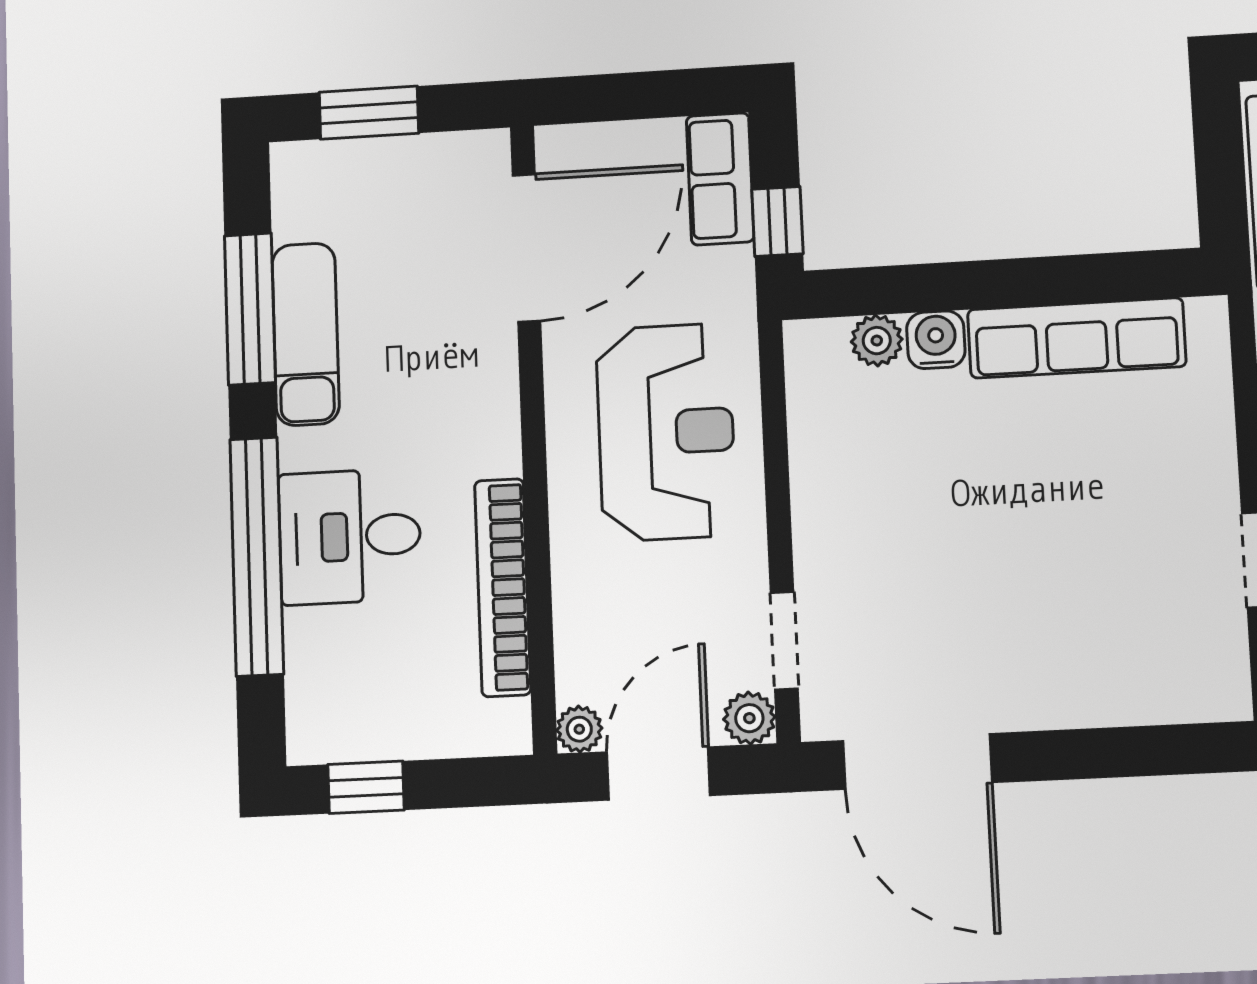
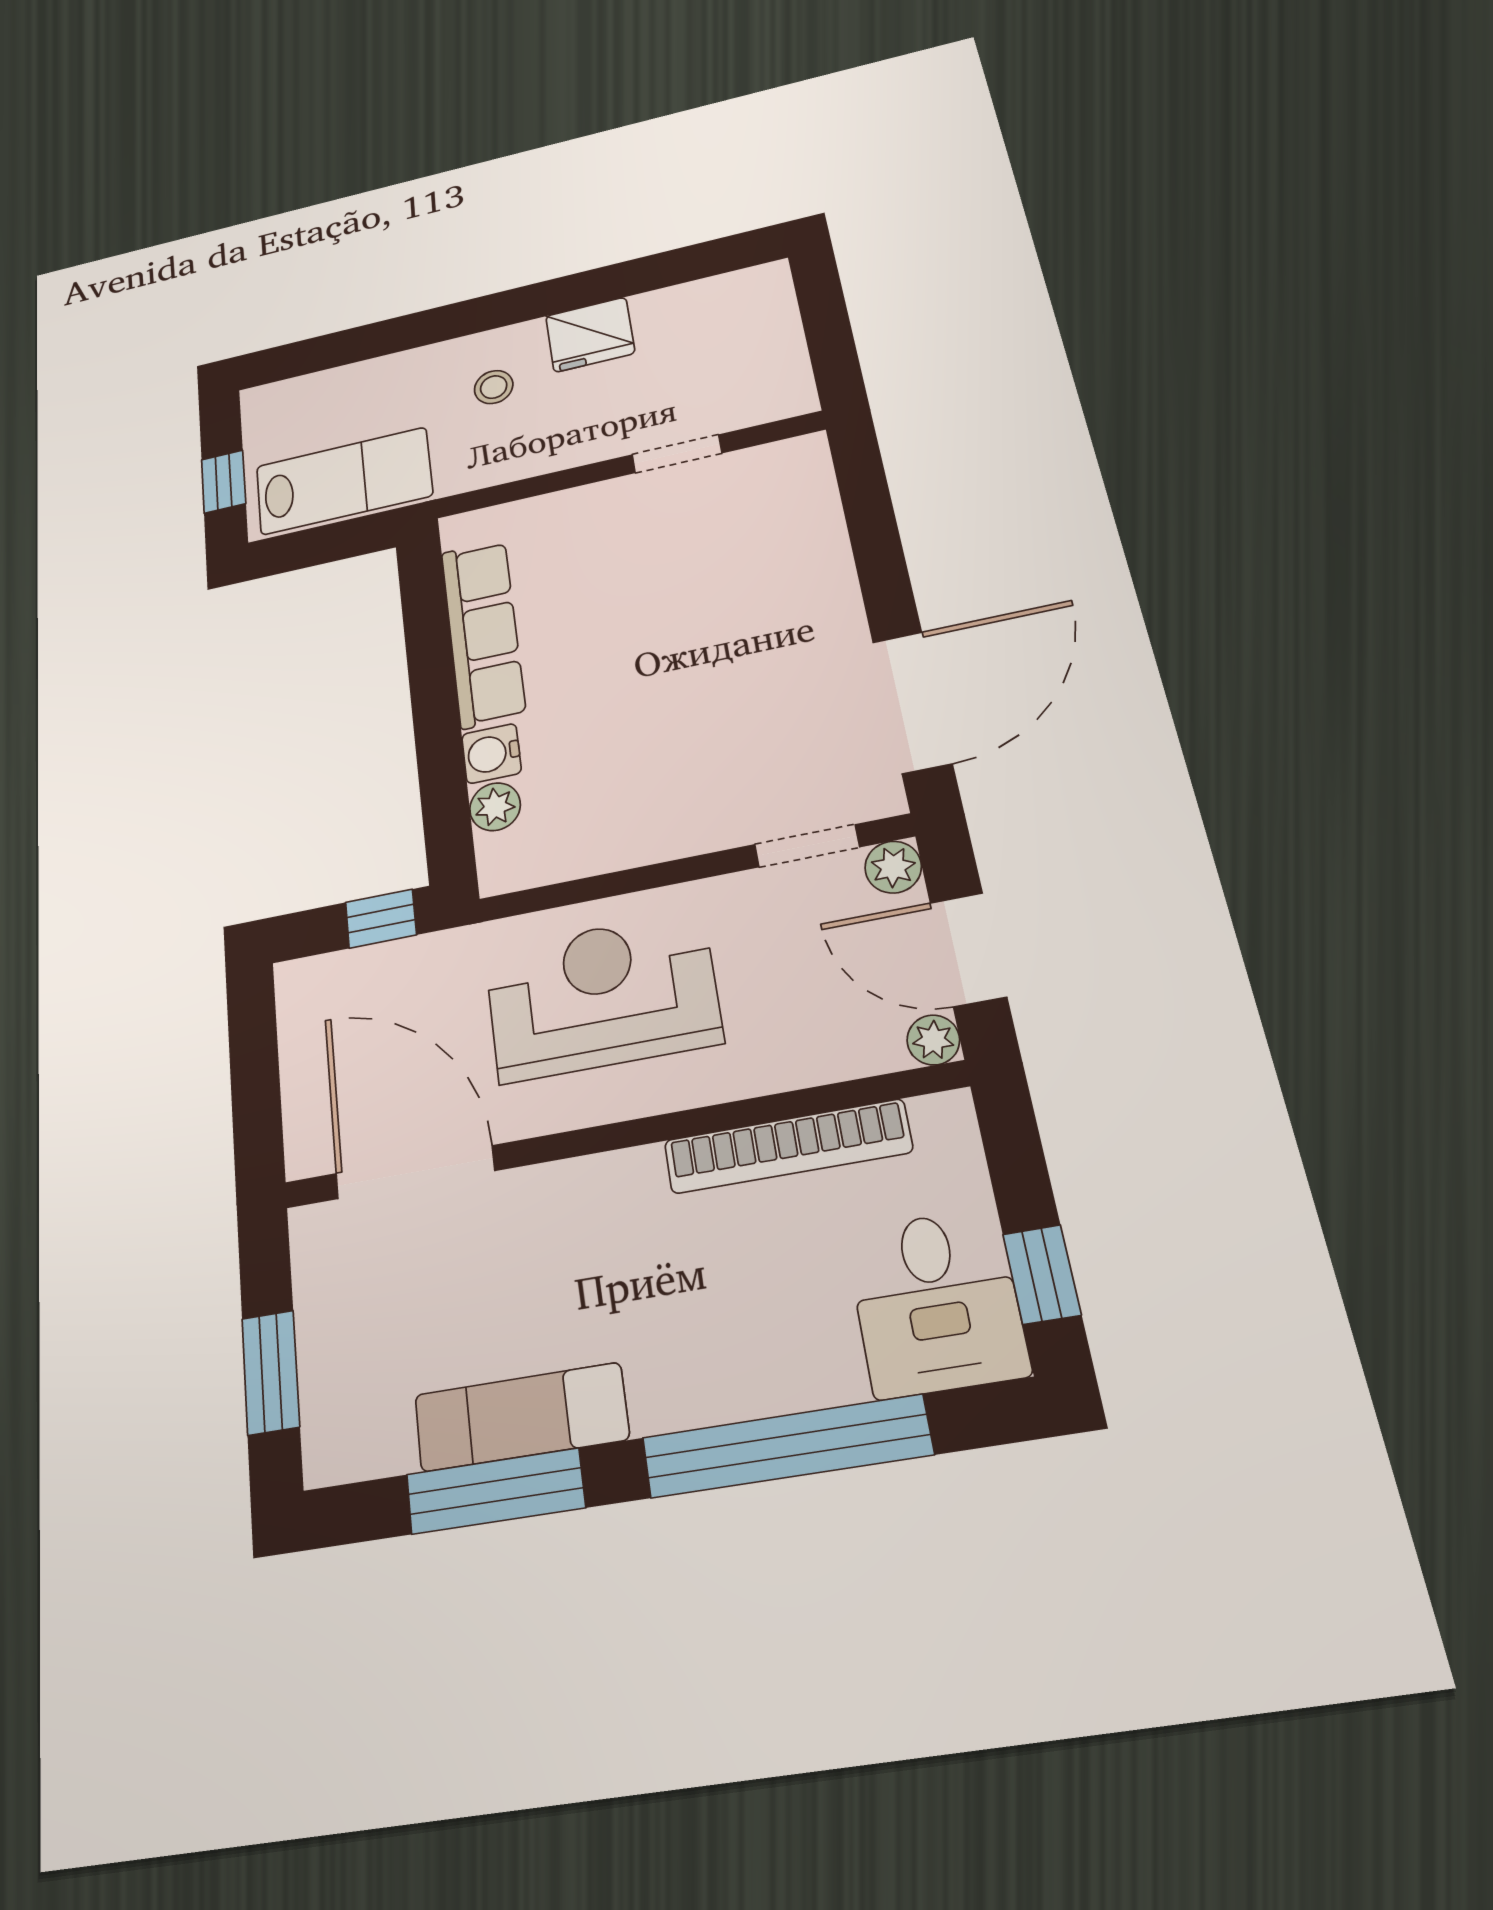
row of seats: (720, 179) -> (339, 981), removed
desk: (350, 536) -> (936, 1302), moved

